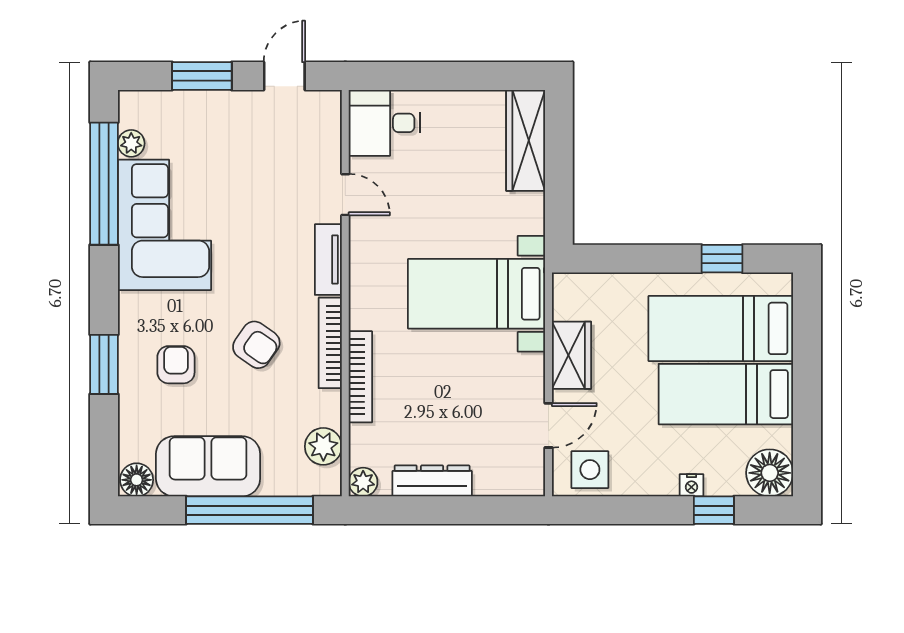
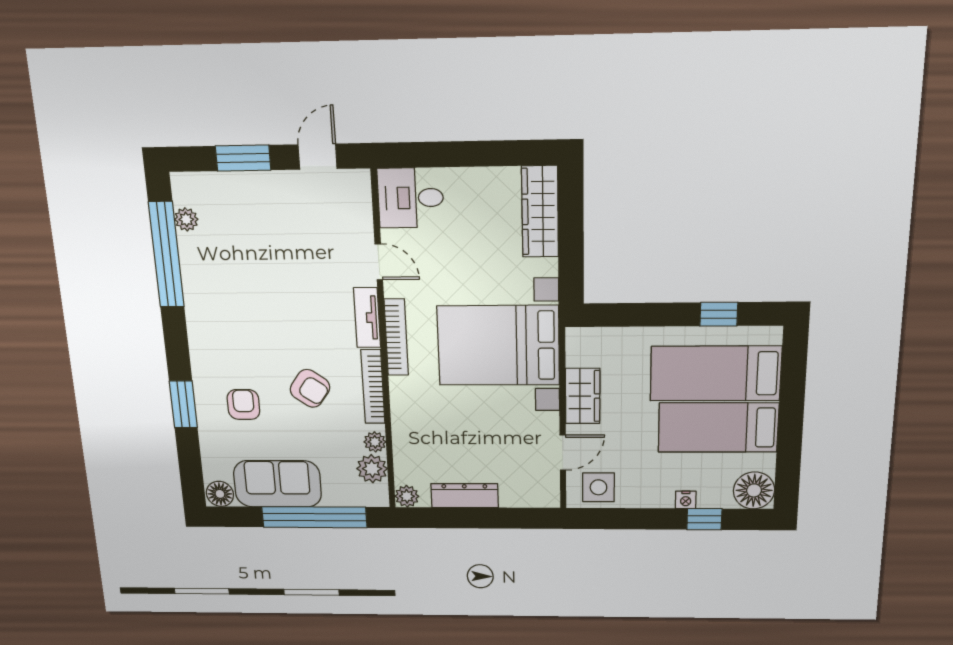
corner sofa: (164, 225) -> (222, 290), removed
bed with nightstands: (477, 294) -> (498, 346), width x1.36
bookcase: (360, 377) -> (396, 337), moved
plant: (329, 412) -> (375, 442), added

